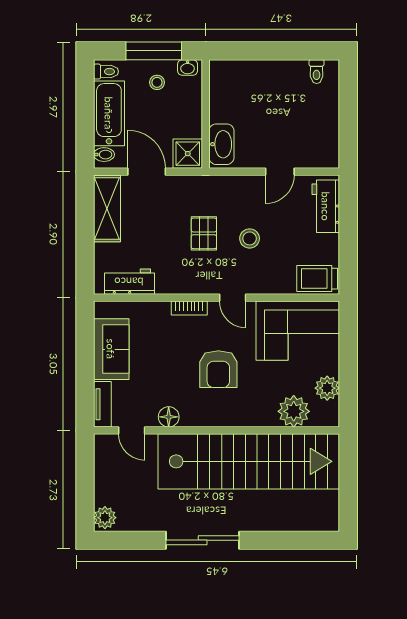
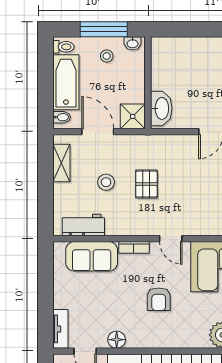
shelving: (107, 209) -> (61, 163), width x0.67, depth x0.75
stool: (250, 238) -> (106, 182), moved
sofa: (111, 349) -> (92, 256), moved, turned 90
armchair: (218, 369) -> (159, 299), width x0.72, depth x0.72

